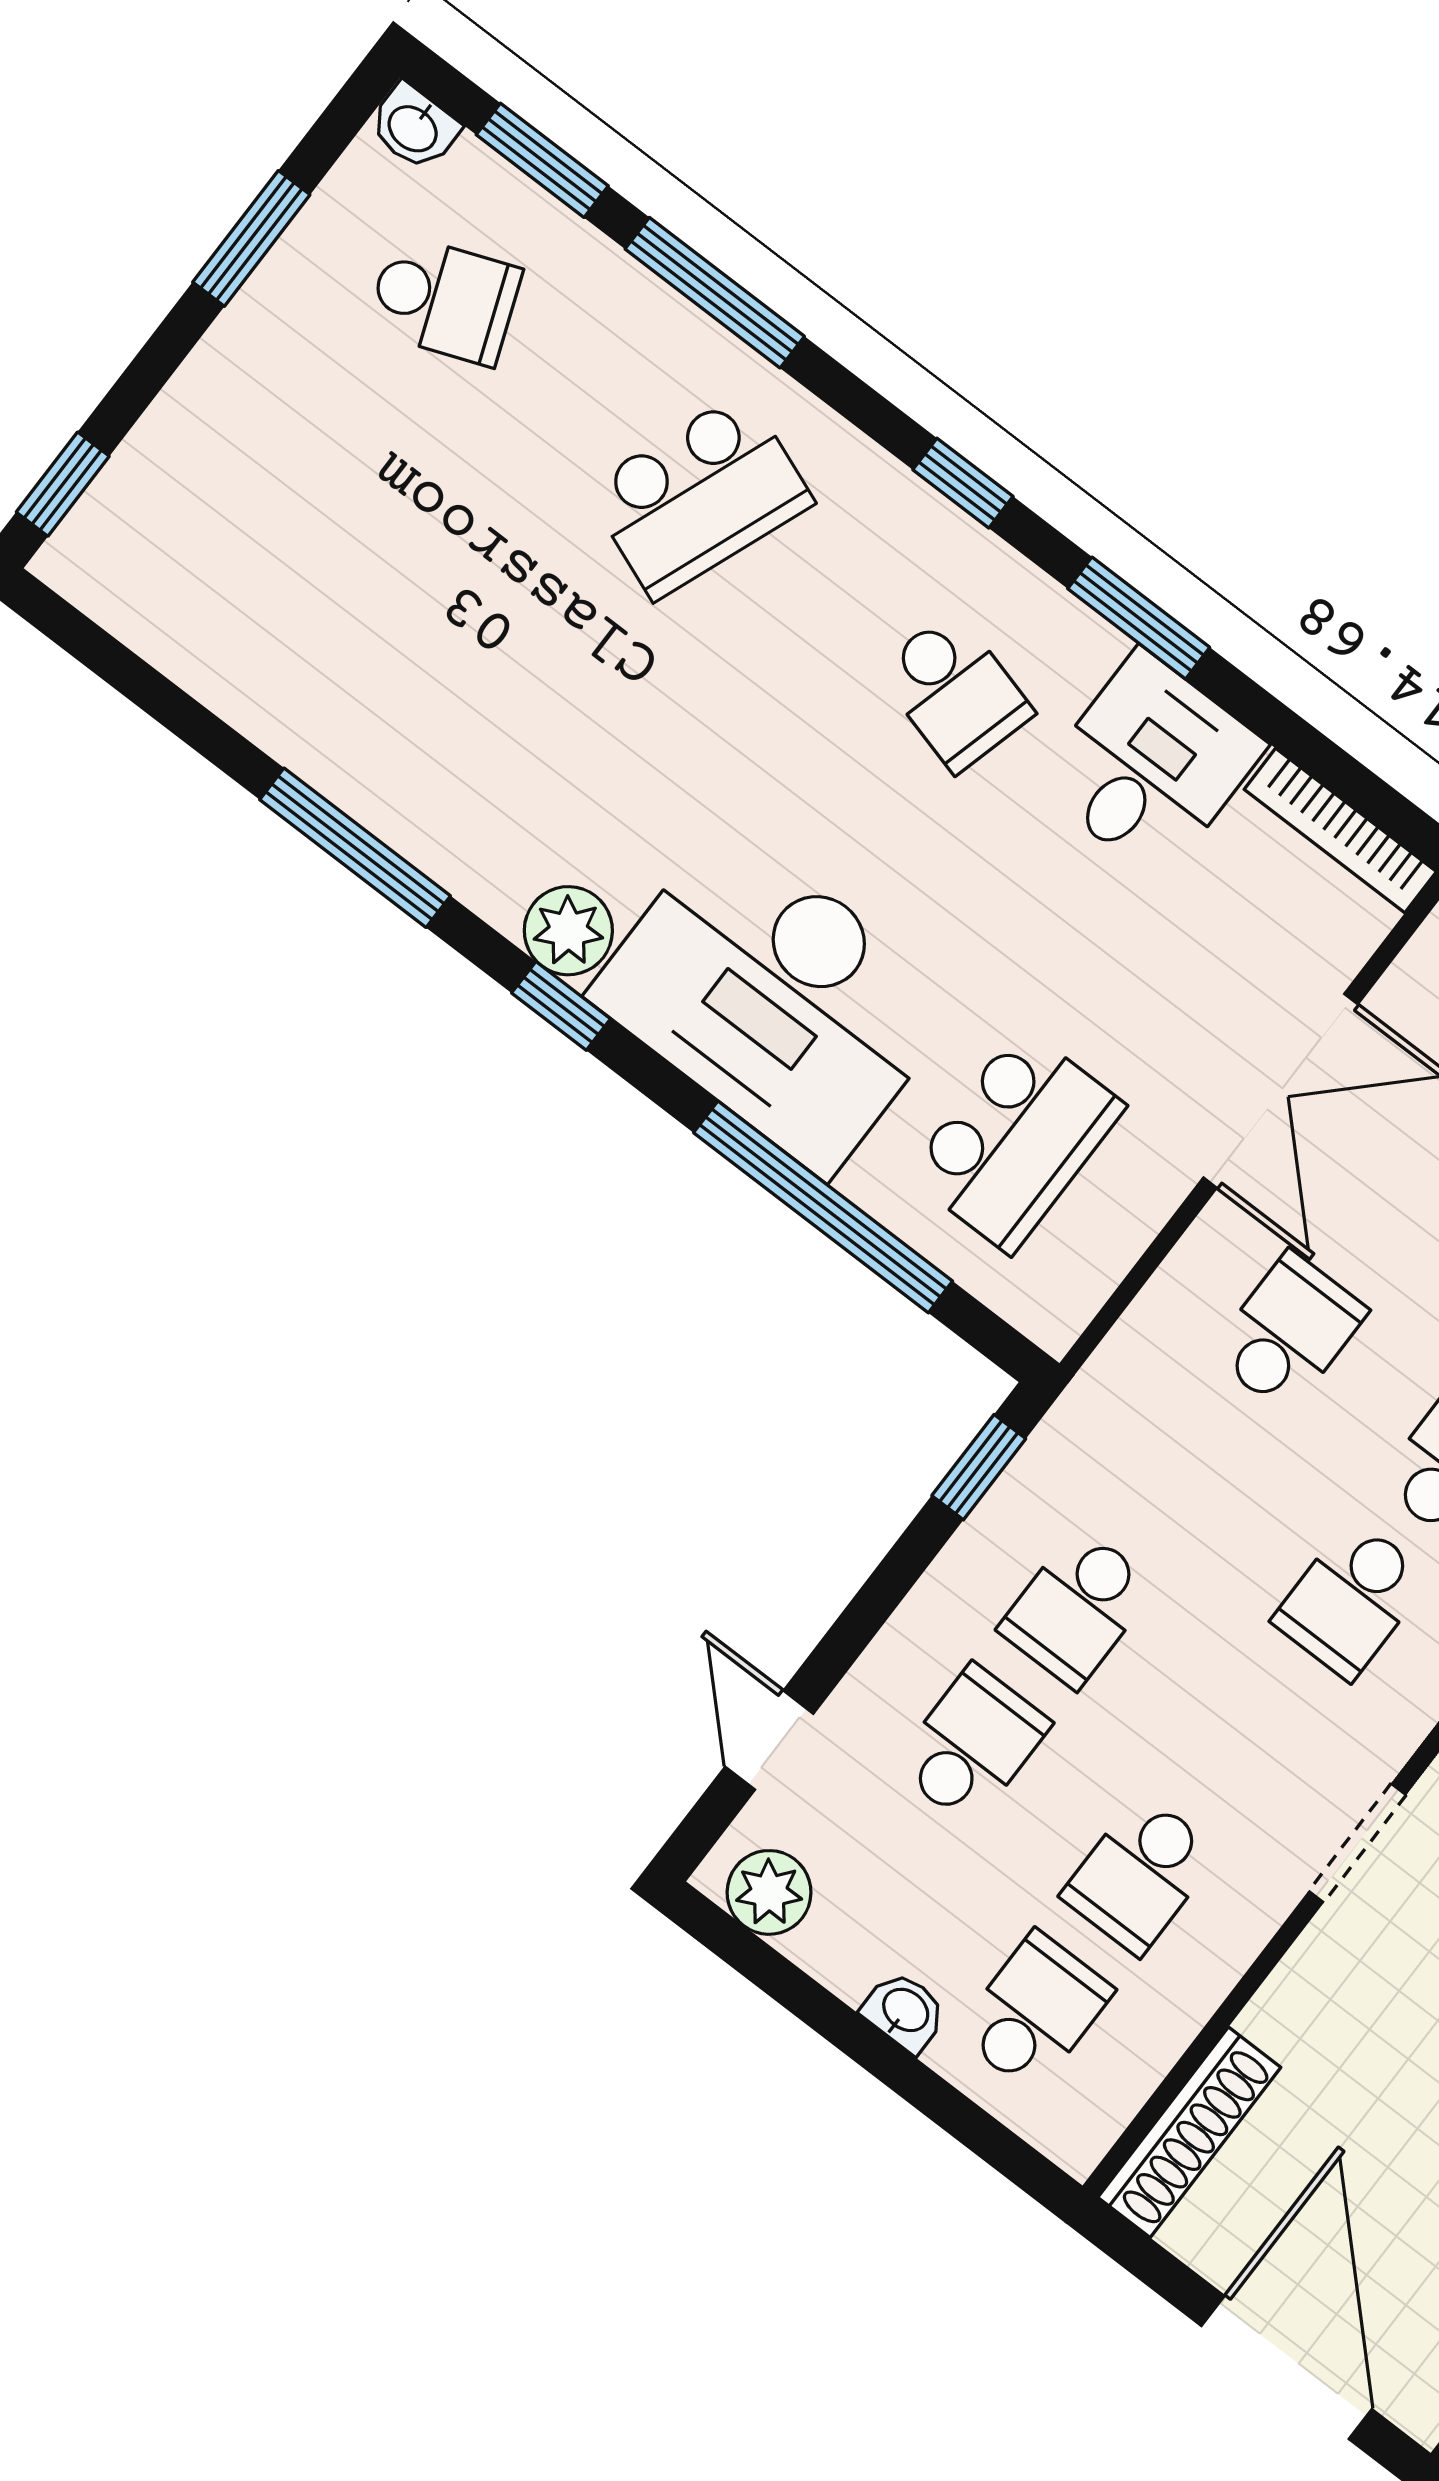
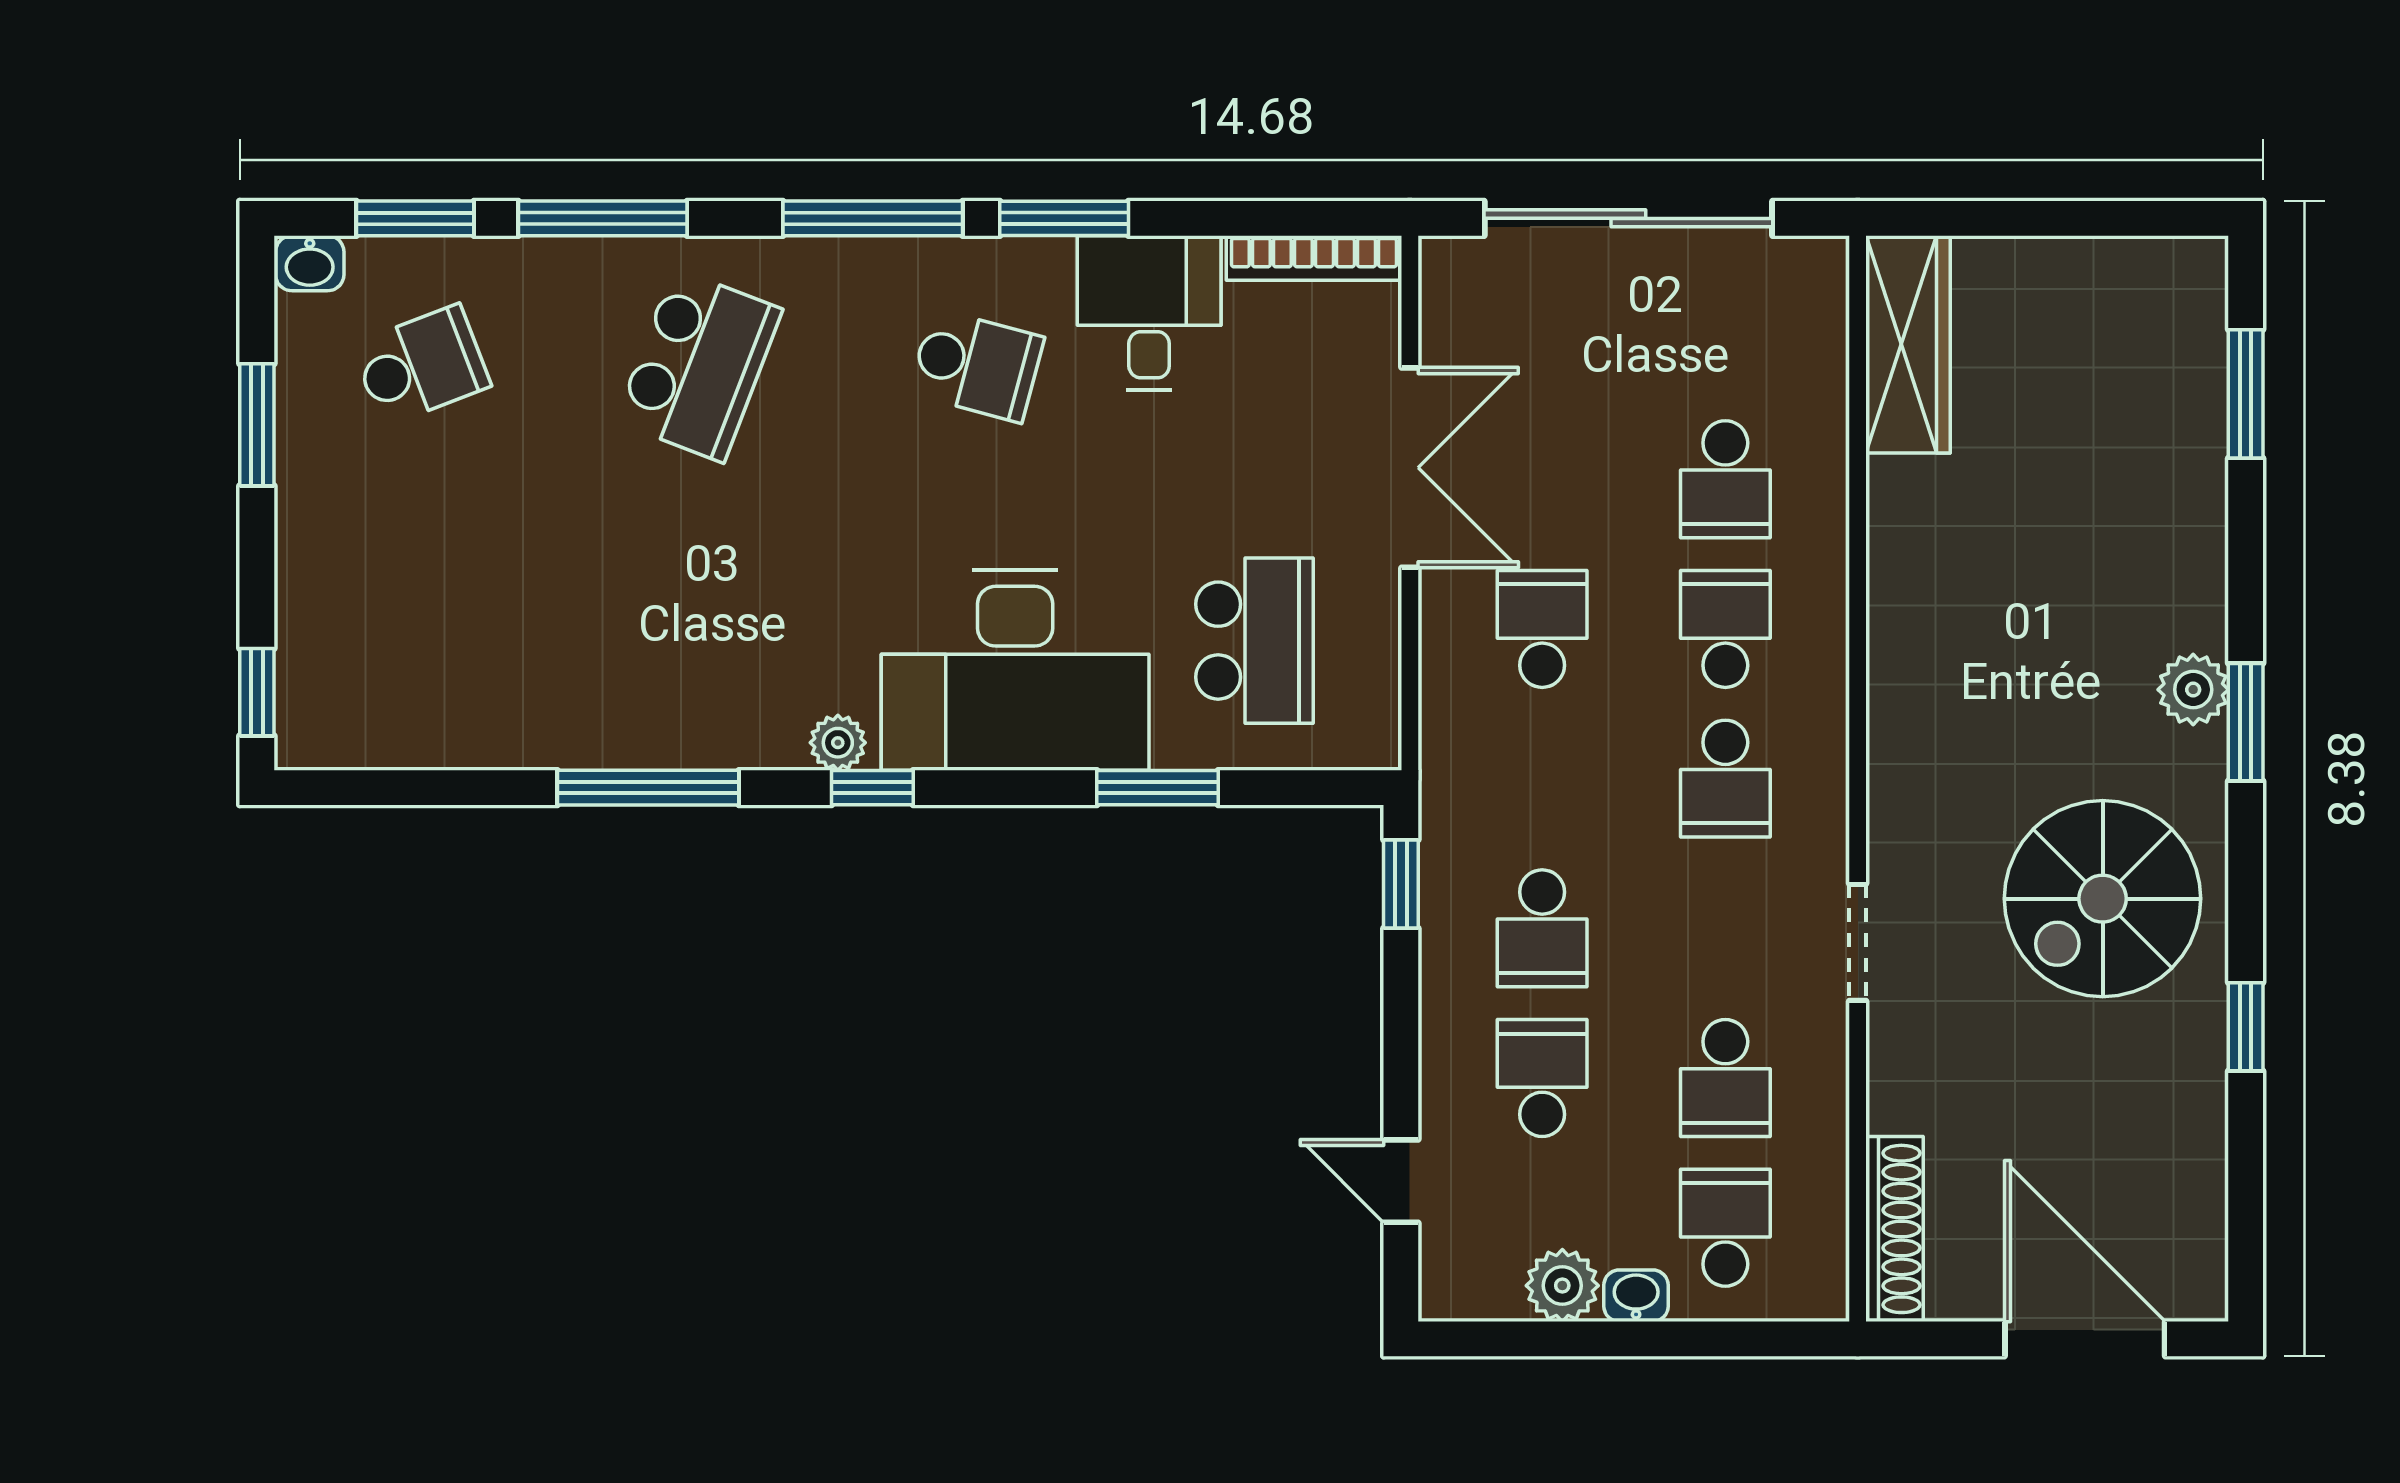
window: (963, 483) -> (873, 218), width x2.17
plant: (568, 931) -> (838, 743), width x0.73, depth x0.73
window: (823, 1207) -> (1157, 788), width x0.47
plant: (769, 1892) -> (1562, 1286), moved

